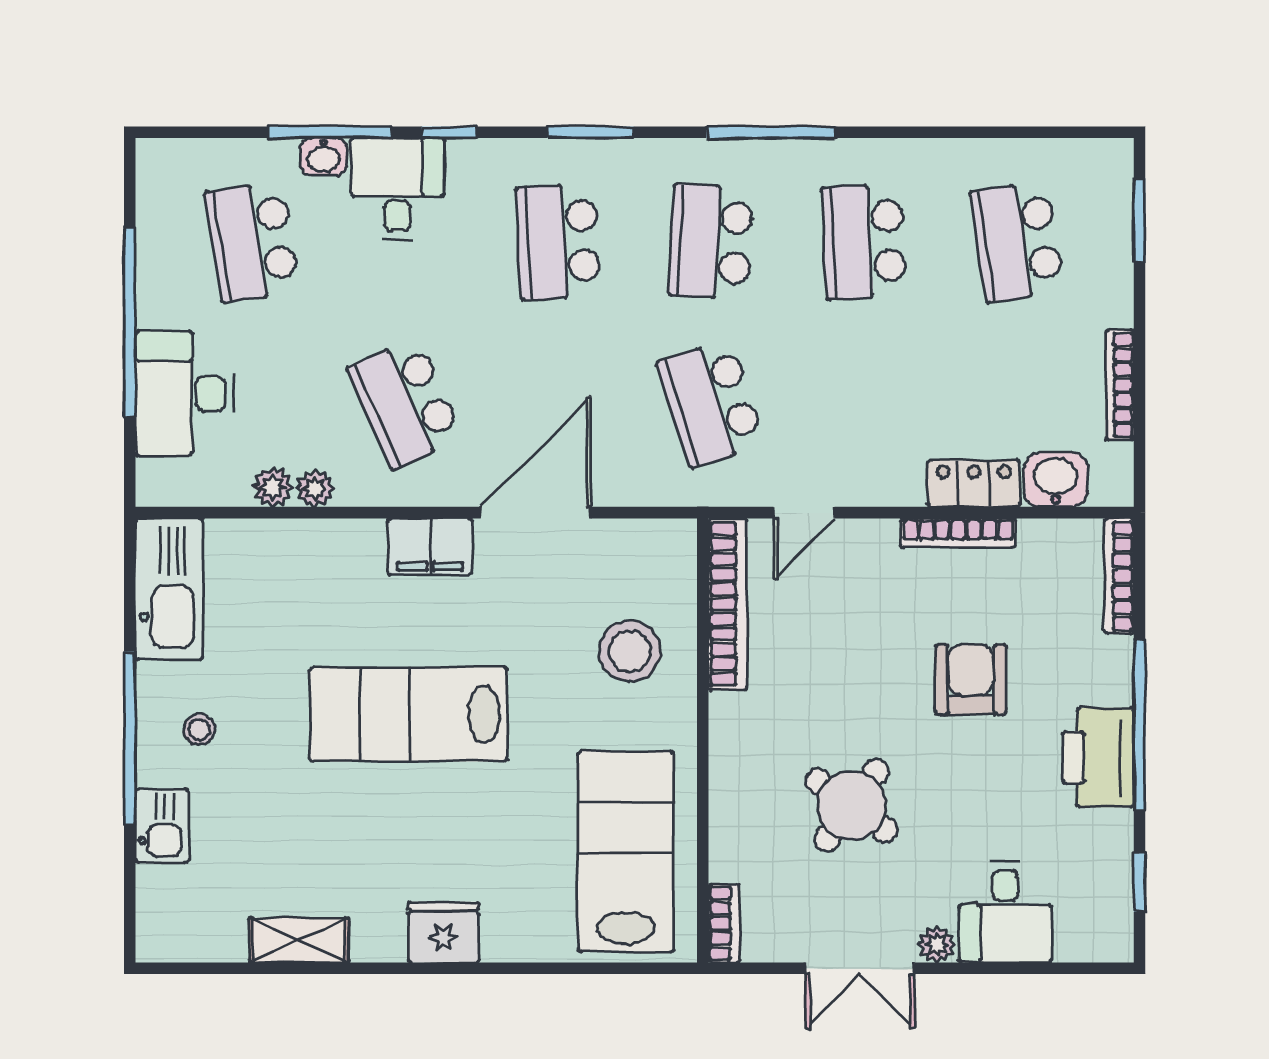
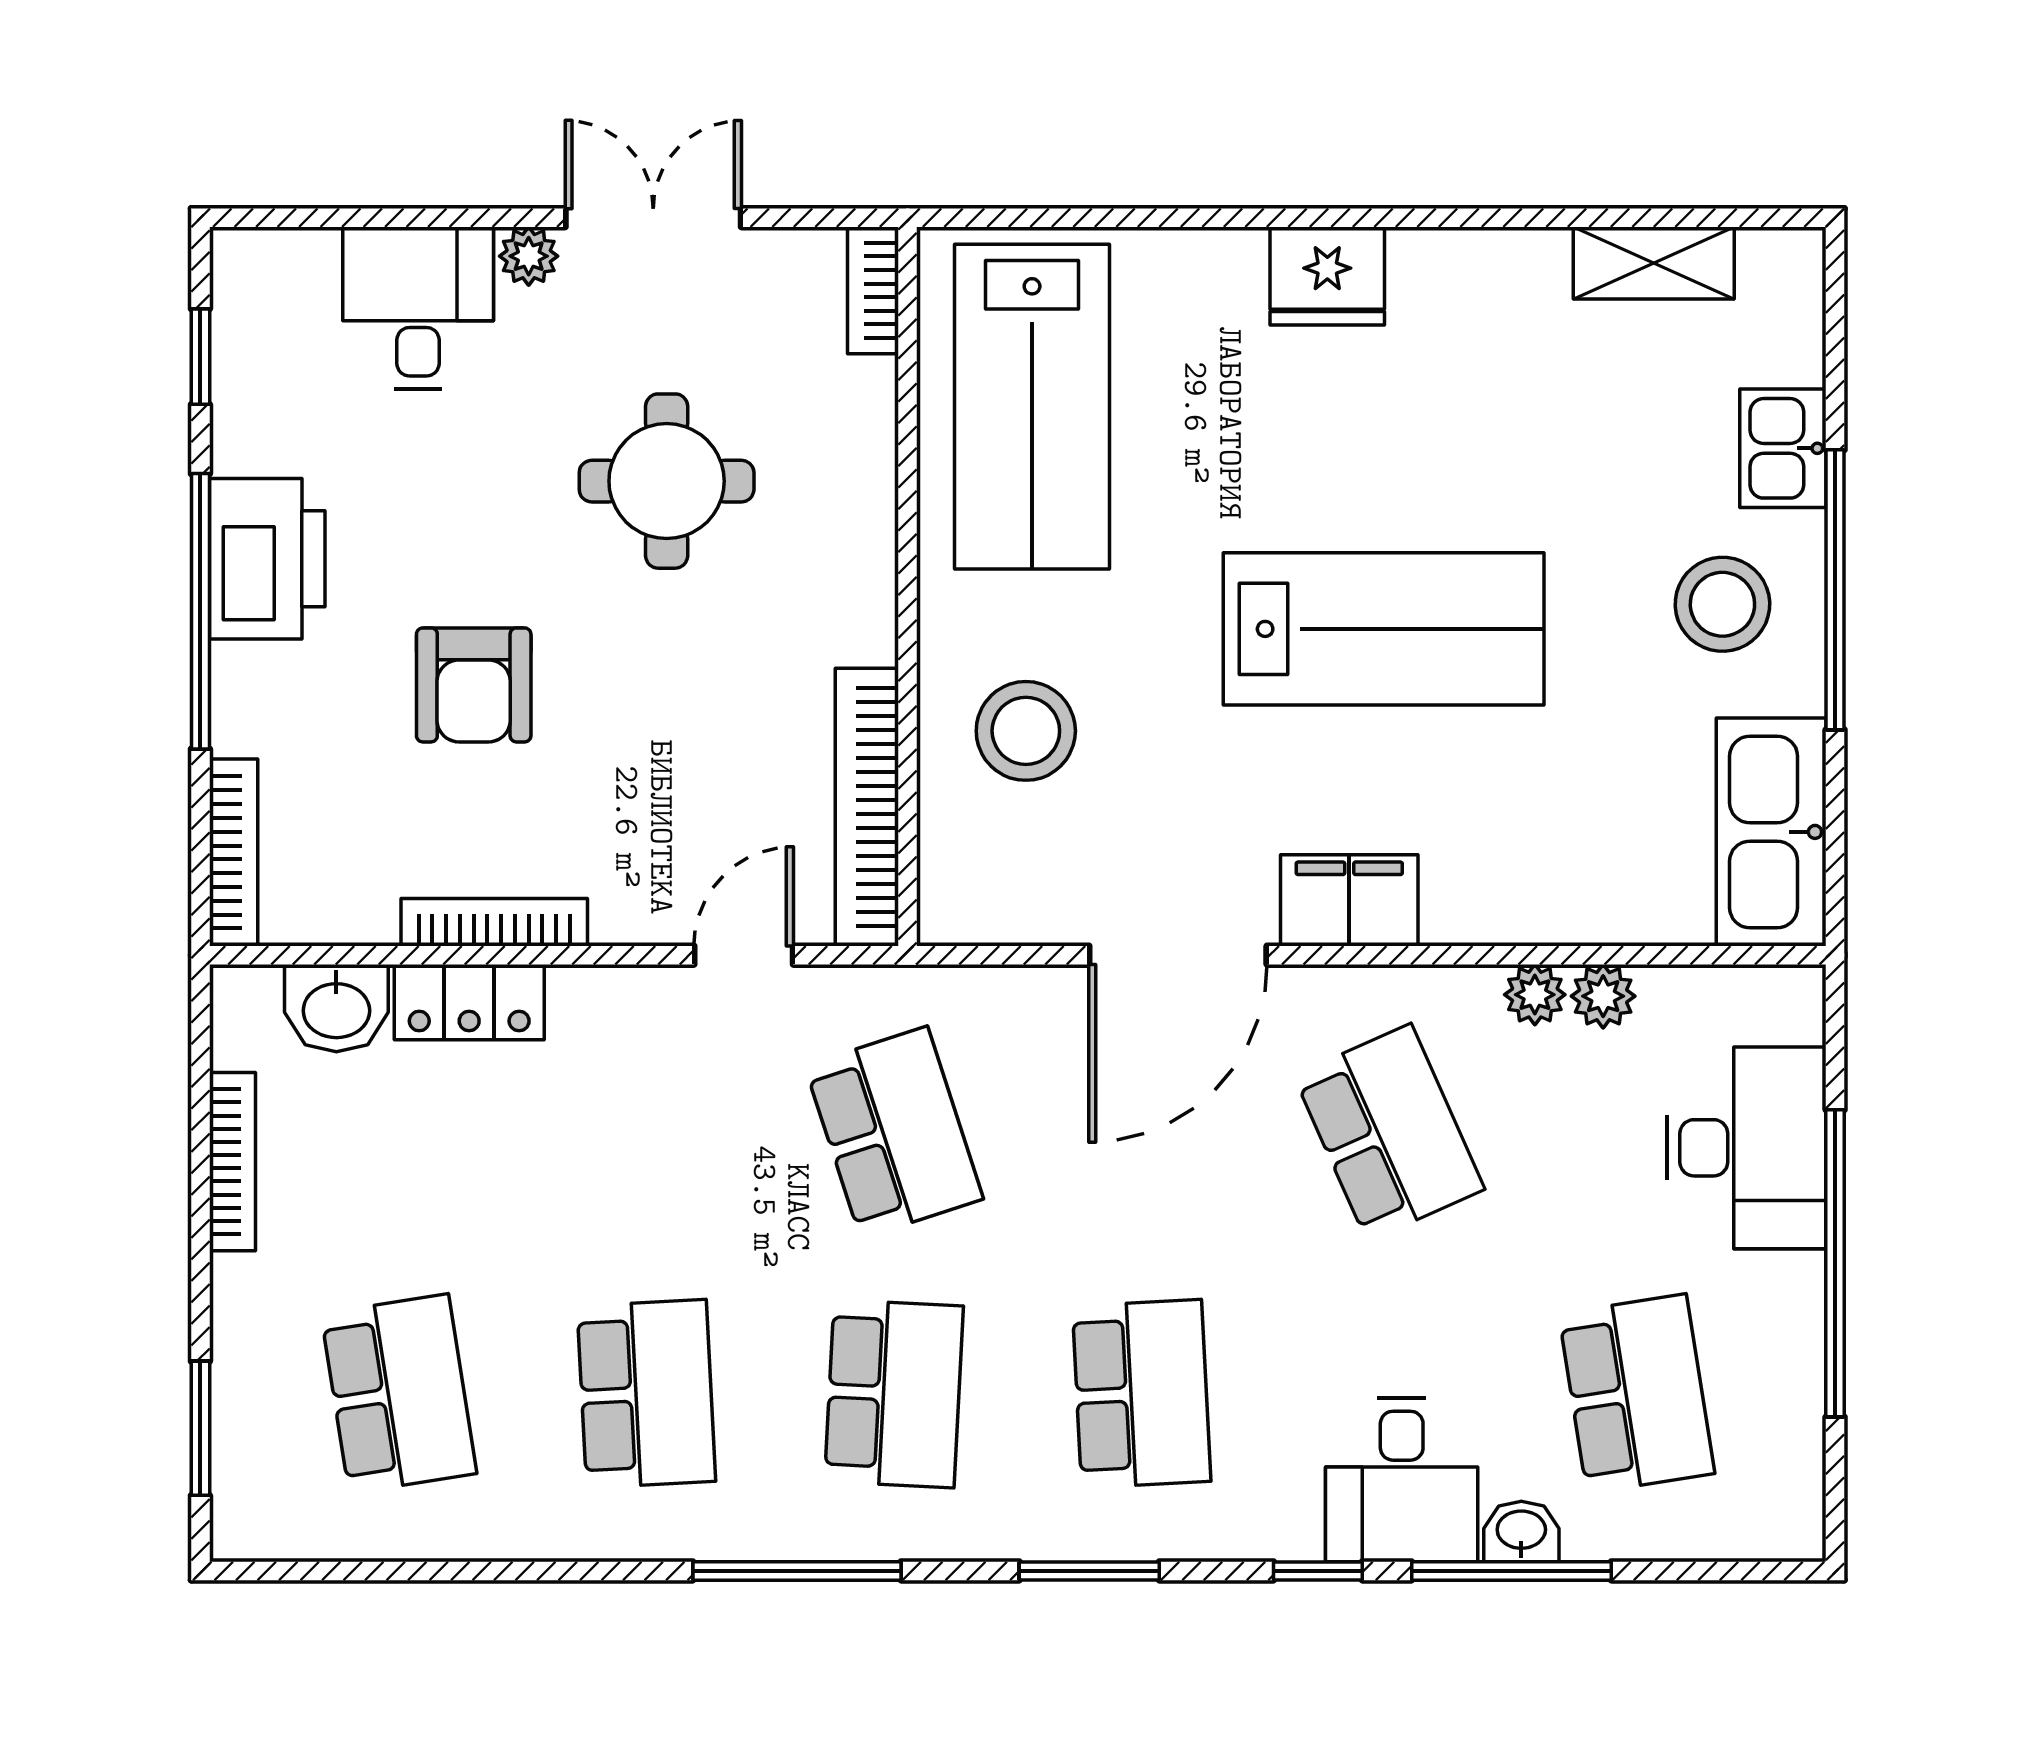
stool: (199, 729) -> (1722, 604), width x1.89, depth x1.89
round table: (852, 806) -> (667, 481), turned -36
shelving: (299, 940) -> (1654, 263), moved

